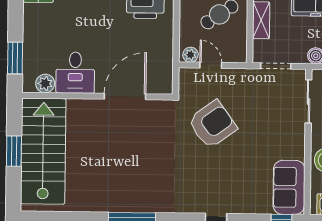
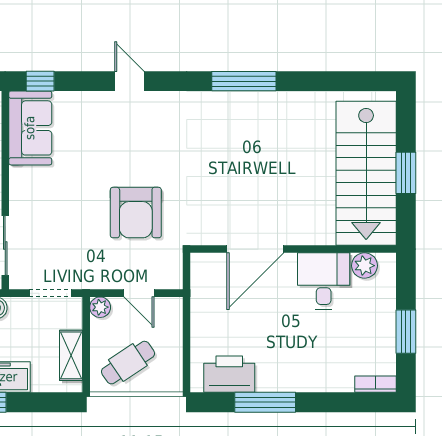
plant: (190, 55) -> (100, 307), moved
window: (15, 58) -> (406, 332), moved
armchair: (212, 124) -> (136, 213), turned -54

